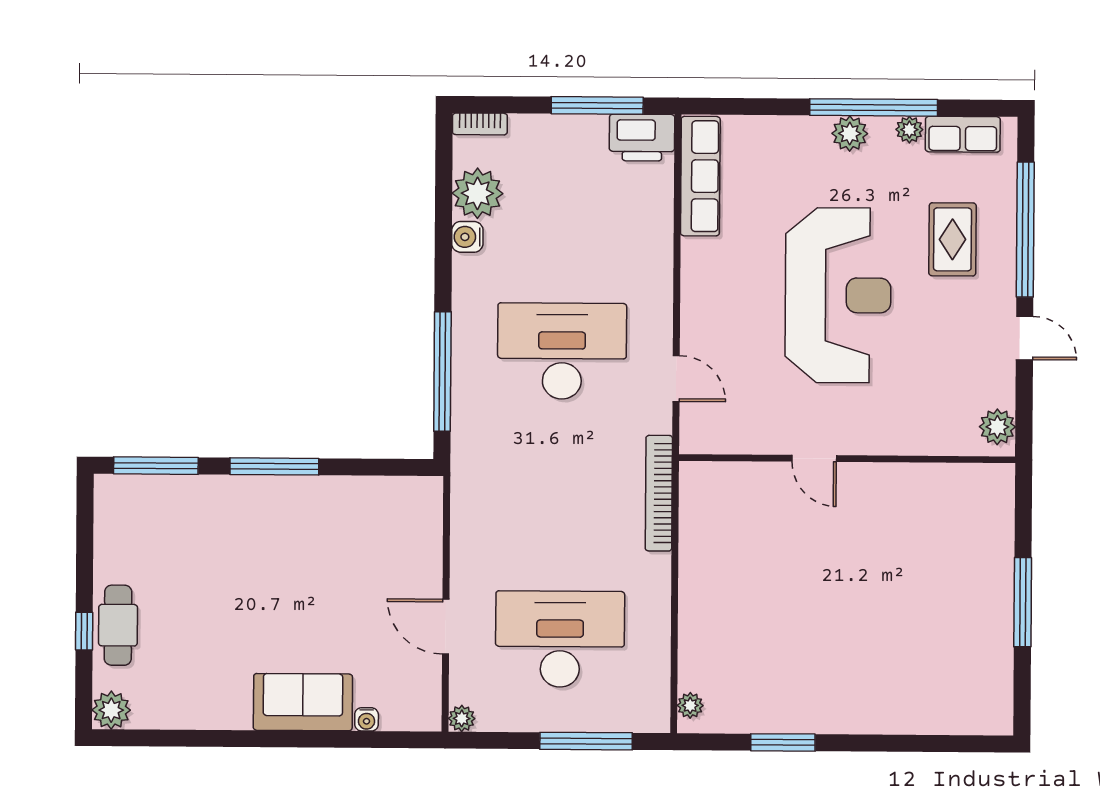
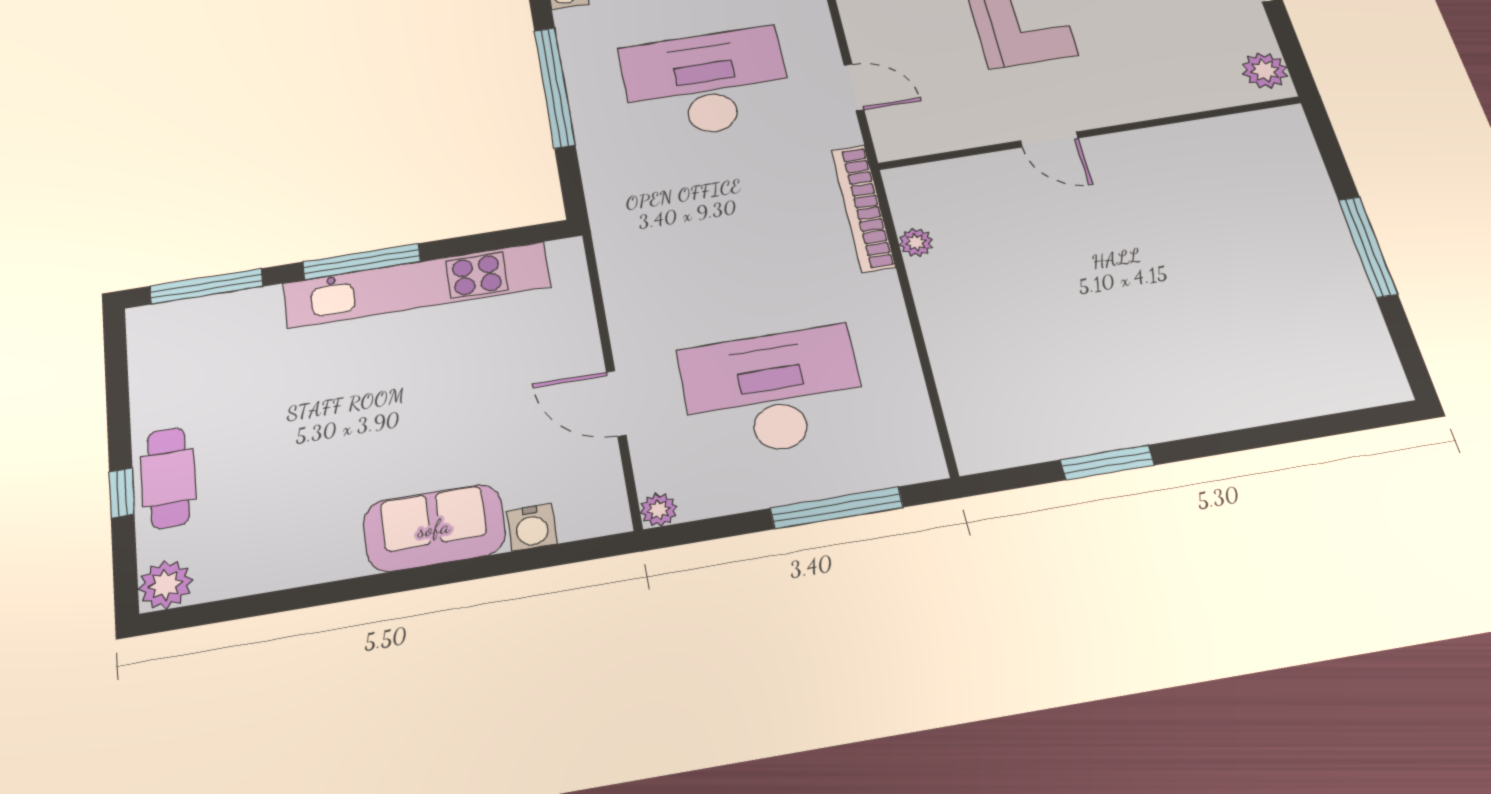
window: (442, 372) -> (555, 87), moved
kitchen unit: (313, 496) -> (417, 285), added
plant: (690, 705) -> (916, 242), moved
water cooler: (367, 719) -> (532, 527), width x1.38, depth x1.38

